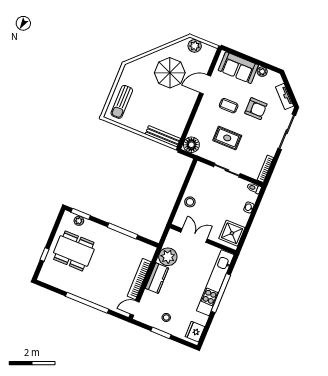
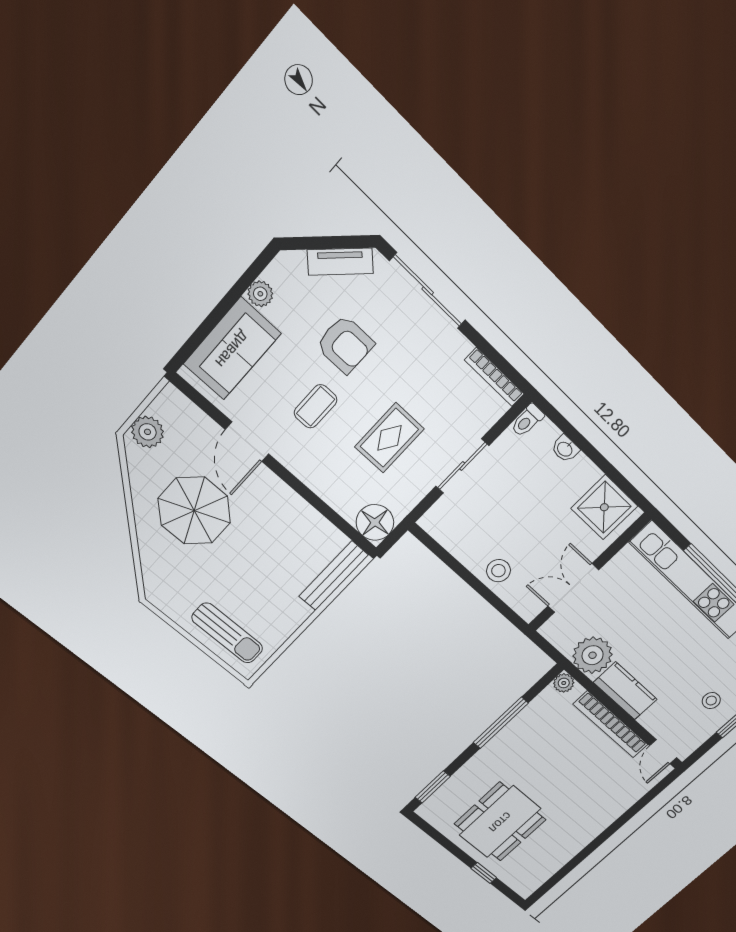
armchair: (256, 109) -> (345, 344), turned 90
plant: (79, 221) -> (564, 683), moved
window: (87, 303) -> (610, 831), removed

